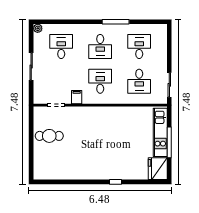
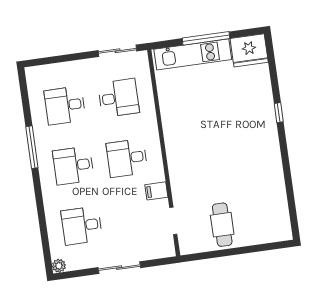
desk: (100, 46) -> (73, 166), turned 180

